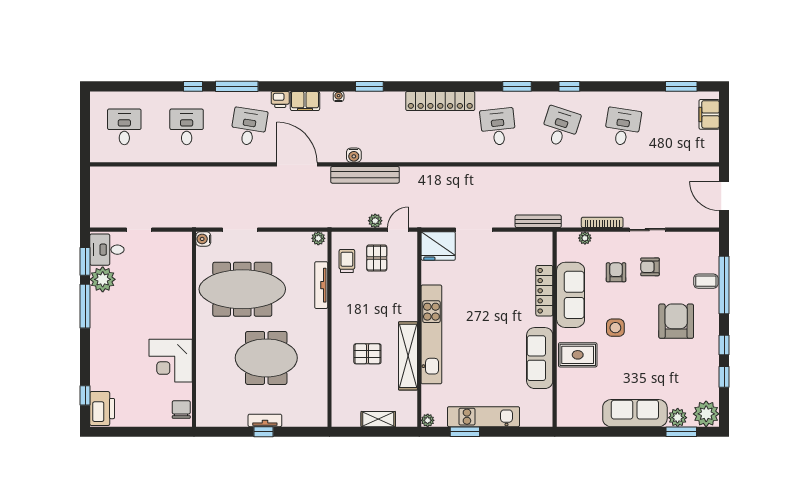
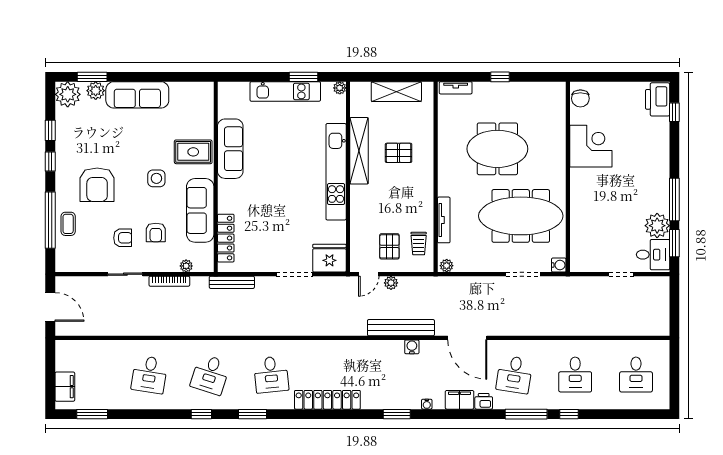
coffee table: (706, 281) -> (68, 224), turned 90
locker: (544, 291) -> (226, 238), moved
shelving: (378, 419) -> (396, 92), width x1.50, depth x1.33
tv unit: (265, 420) -> (456, 88), moved

